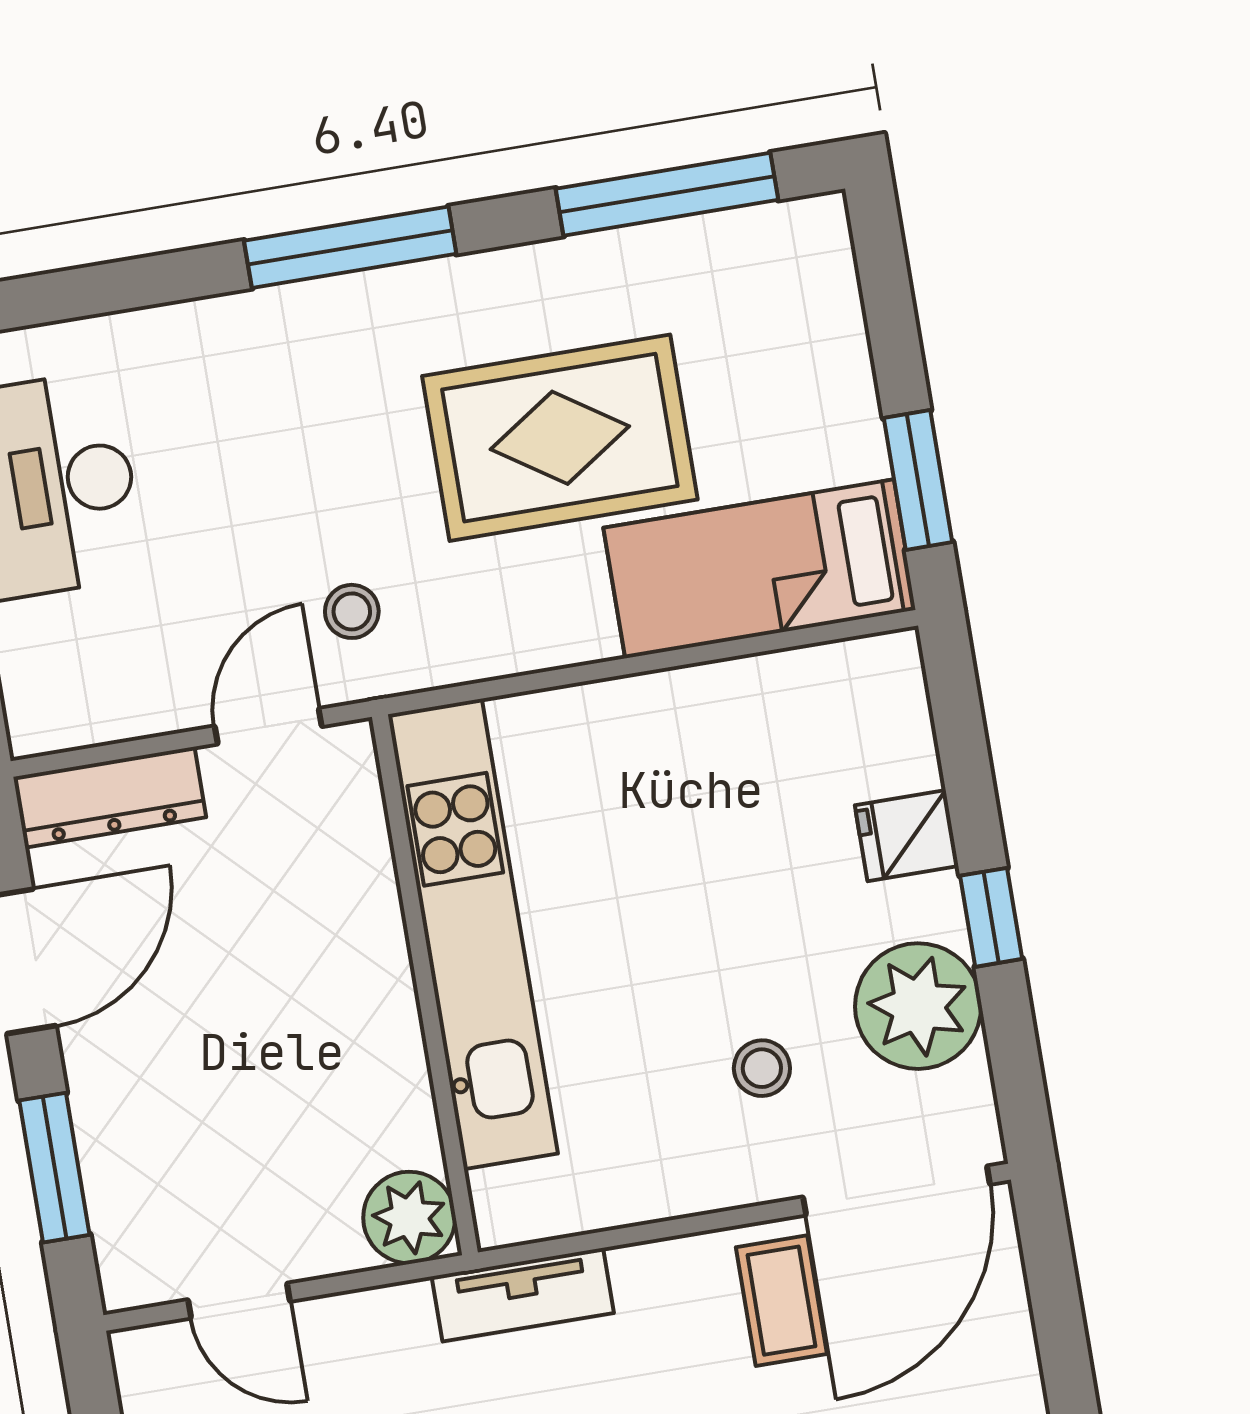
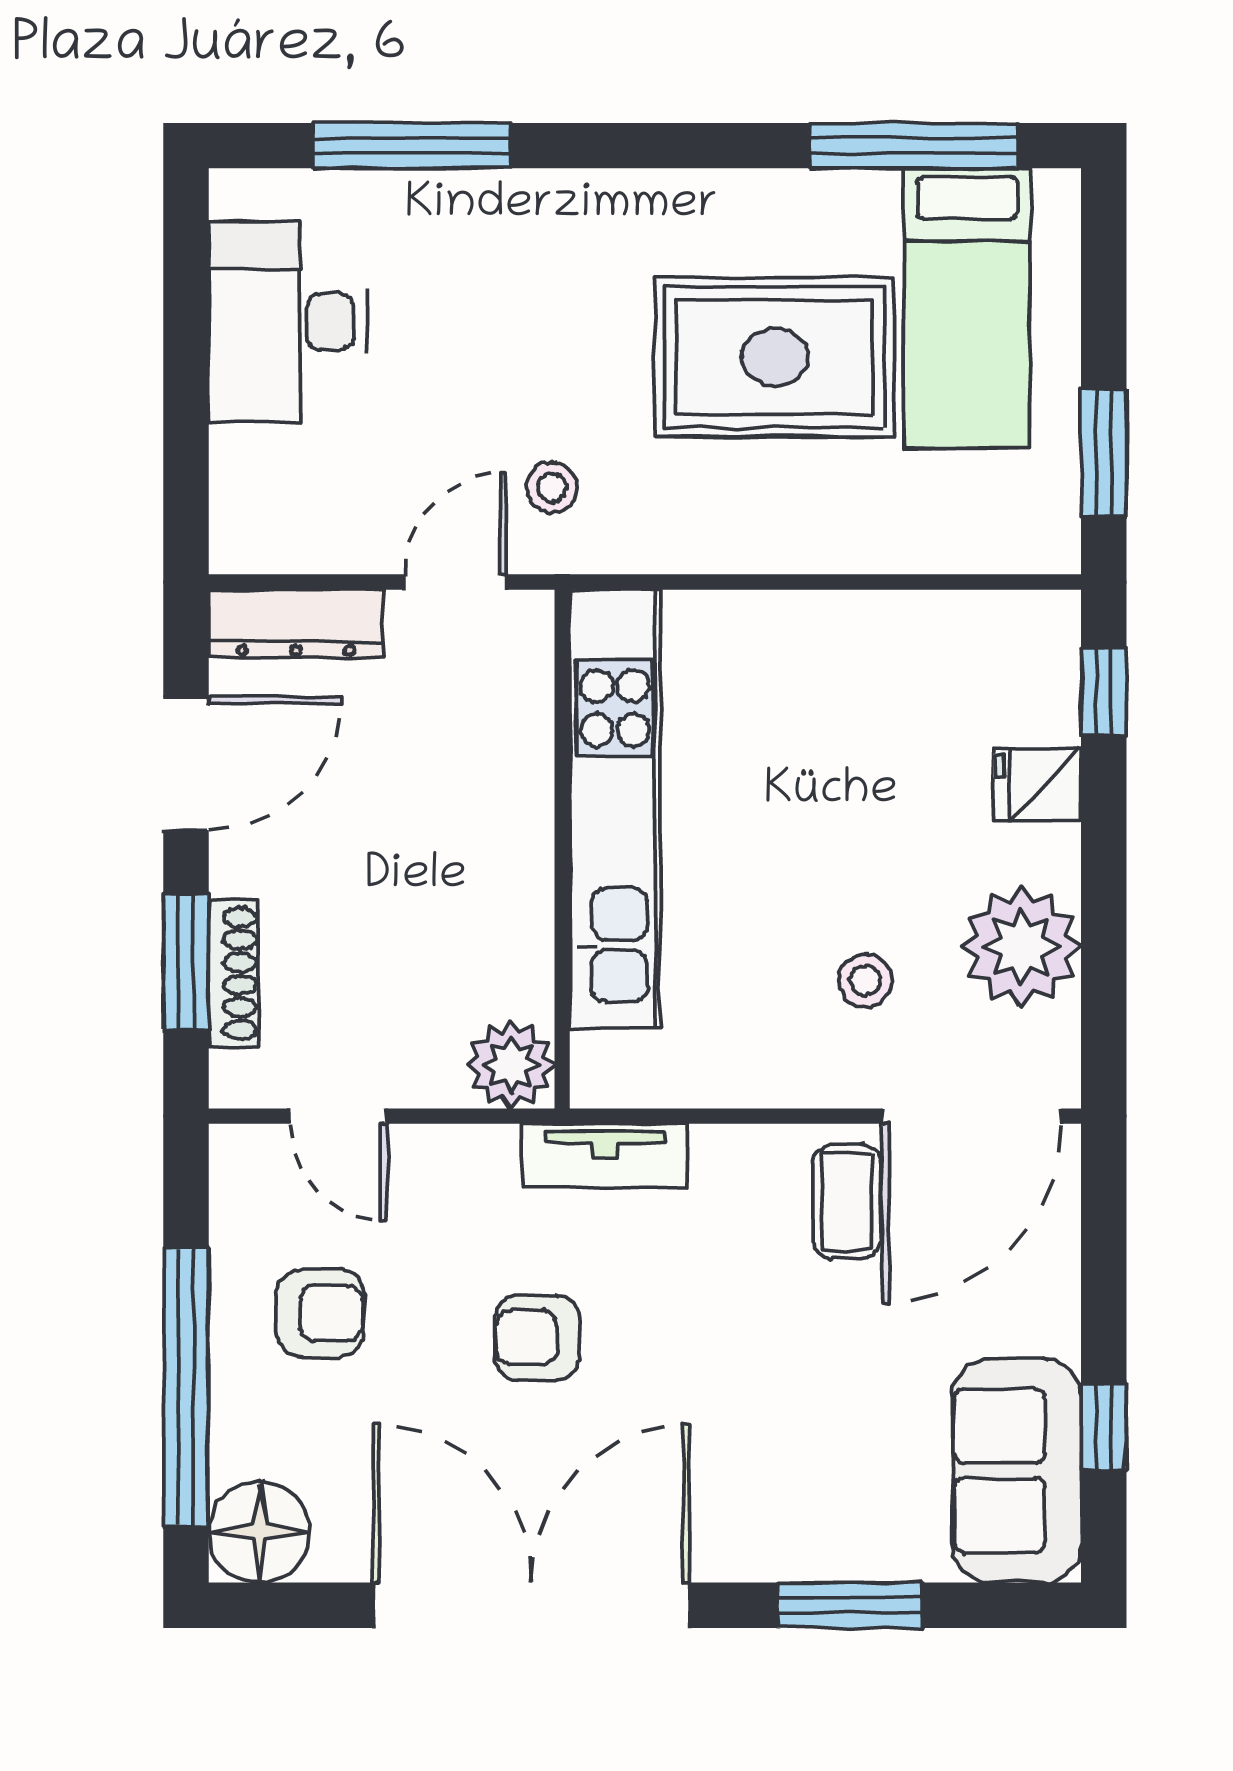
window: (350, 247) -> (412, 146), moved
bed: (760, 569) -> (967, 308), moved, turned -90
window: (991, 917) -> (1104, 692), moved
shoe rack: (106, 1171) -> (234, 974), added

